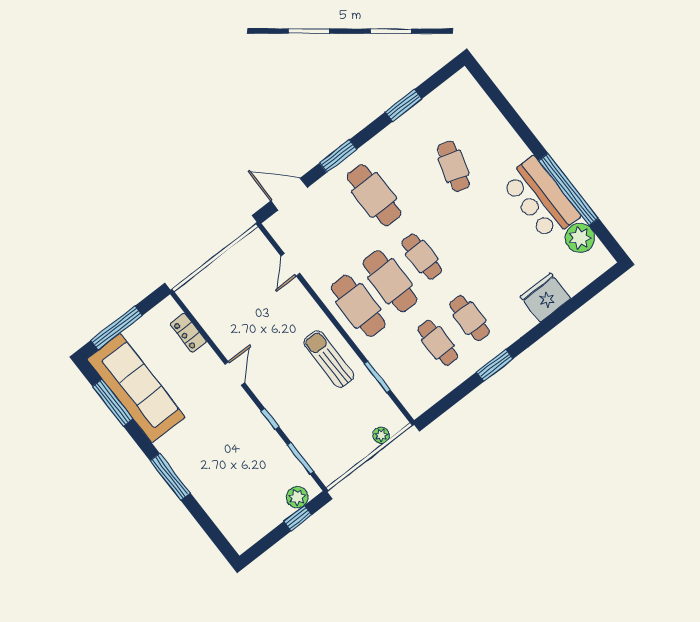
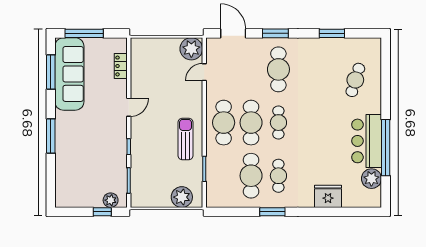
cafe table: (454, 166) -> (355, 80), moved
plant: (255, 249) -> (191, 49), added
cafe table: (438, 343) -> (251, 176), width x1.37, depth x1.35
plant: (381, 435) -> (182, 197), width x1.87, depth x1.87

